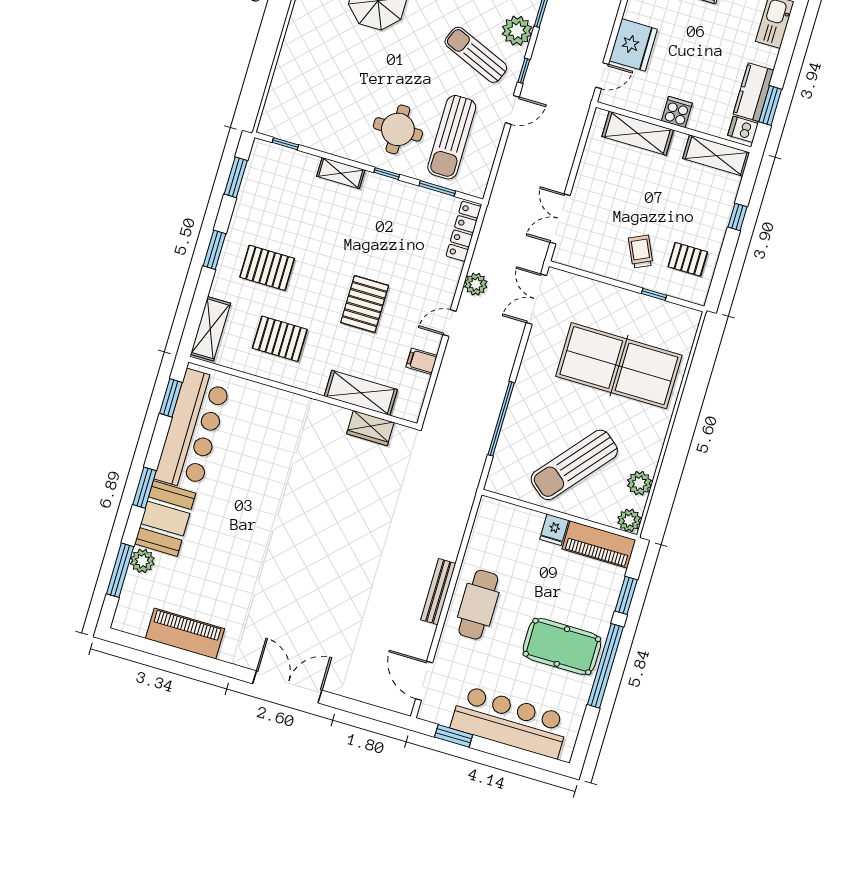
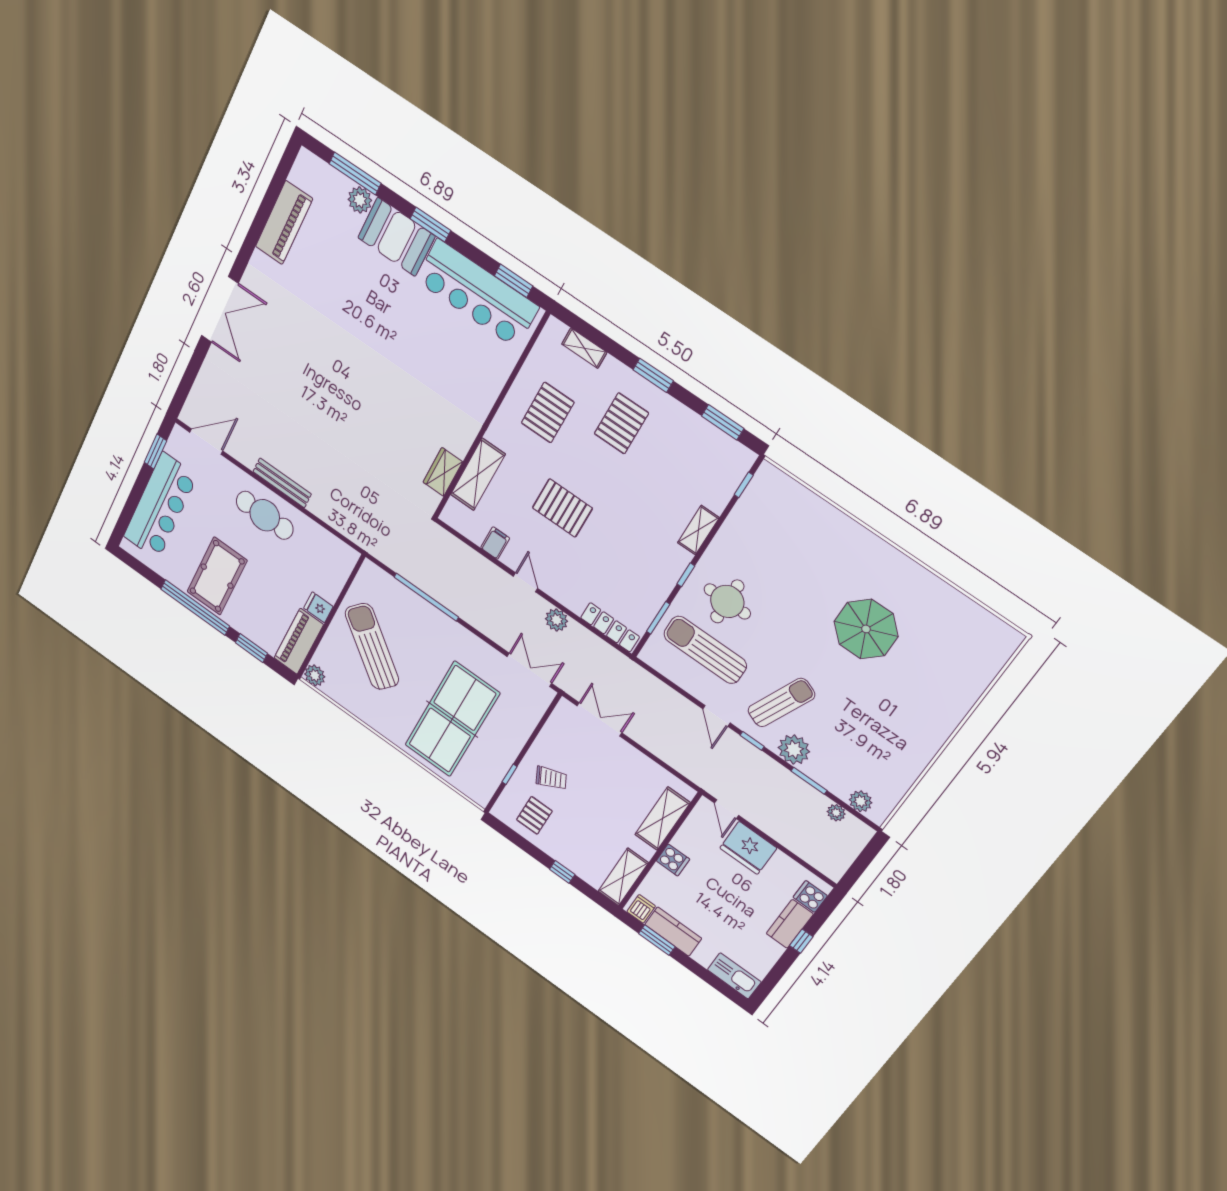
shelving: (210, 329) -> (584, 348), width x0.67, depth x0.75
plant: (639, 483) -> (345, 697), removed

